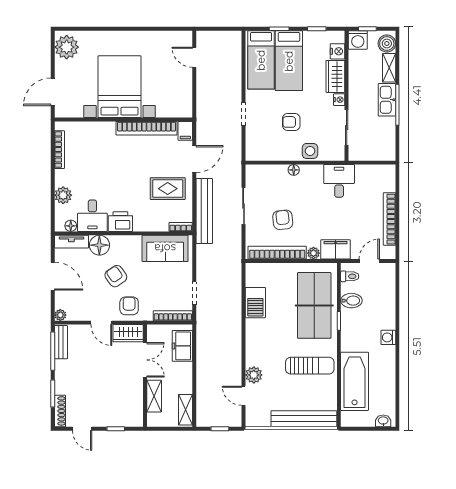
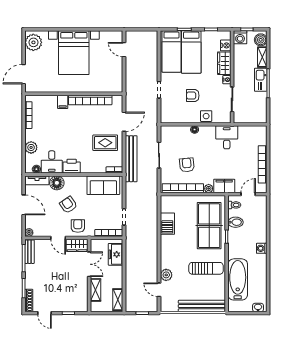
bed with nightstands: (120, 87) -> (74, 53), moved, turned 180
filing cabinet: (185, 131) -> (63, 102), moved

